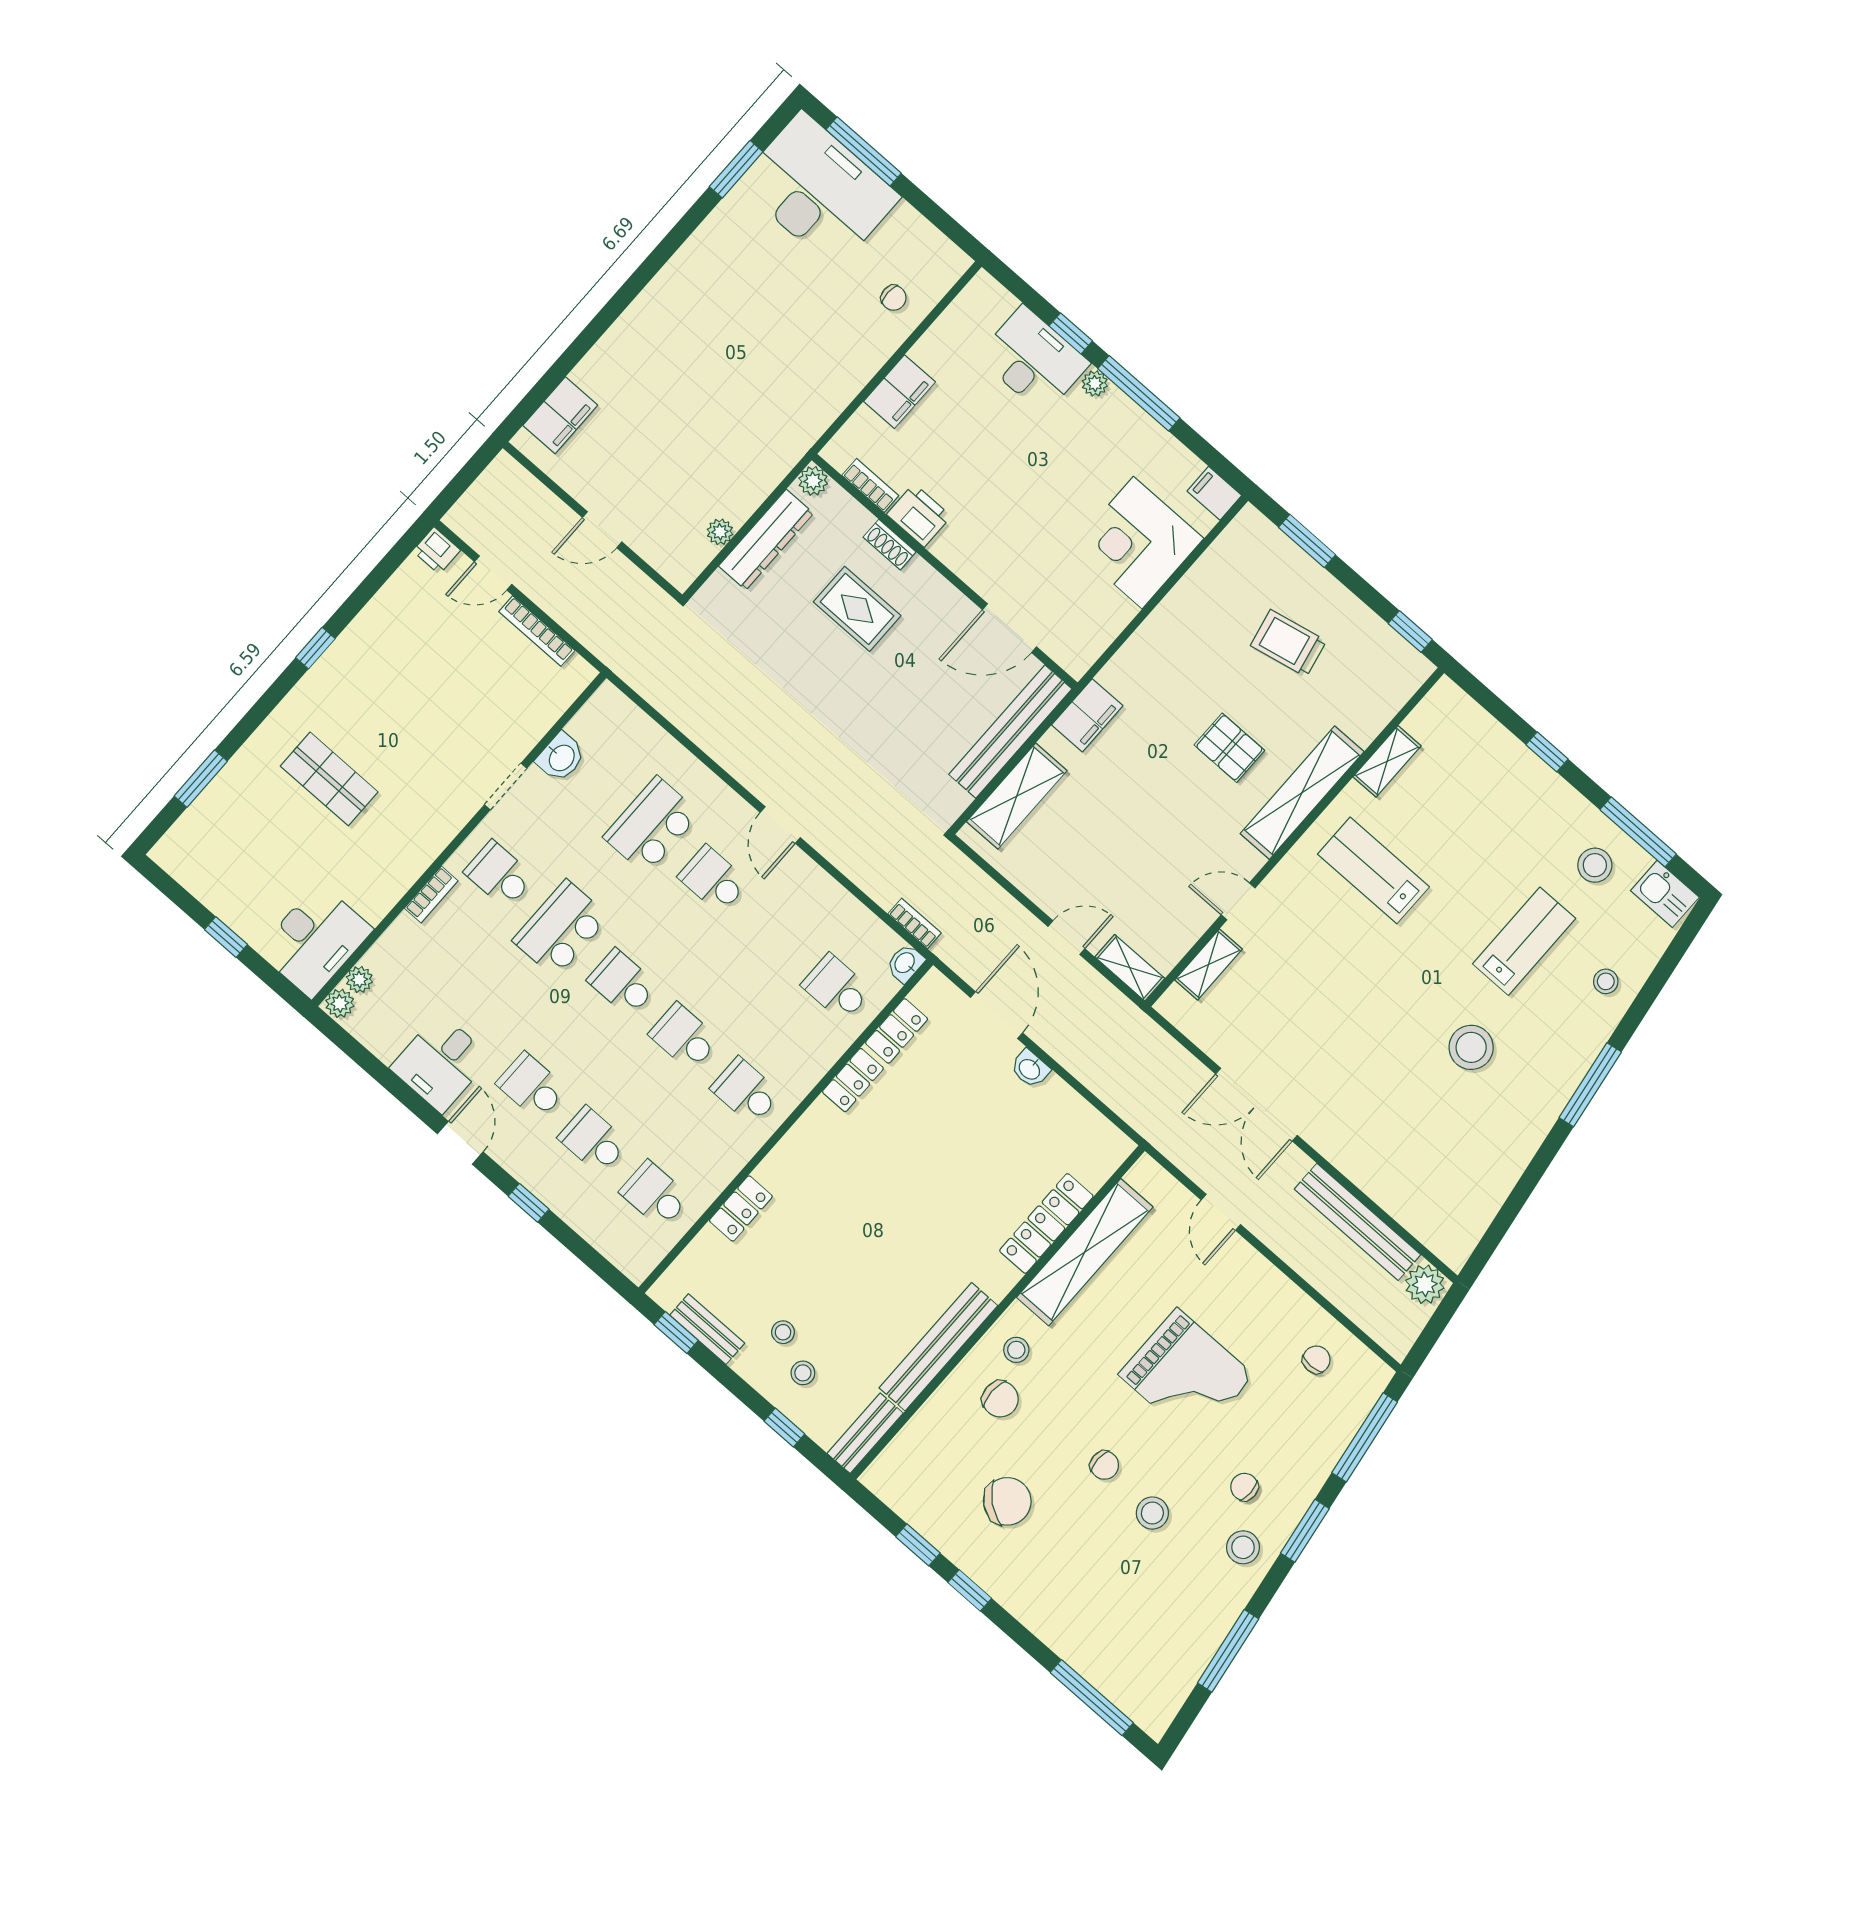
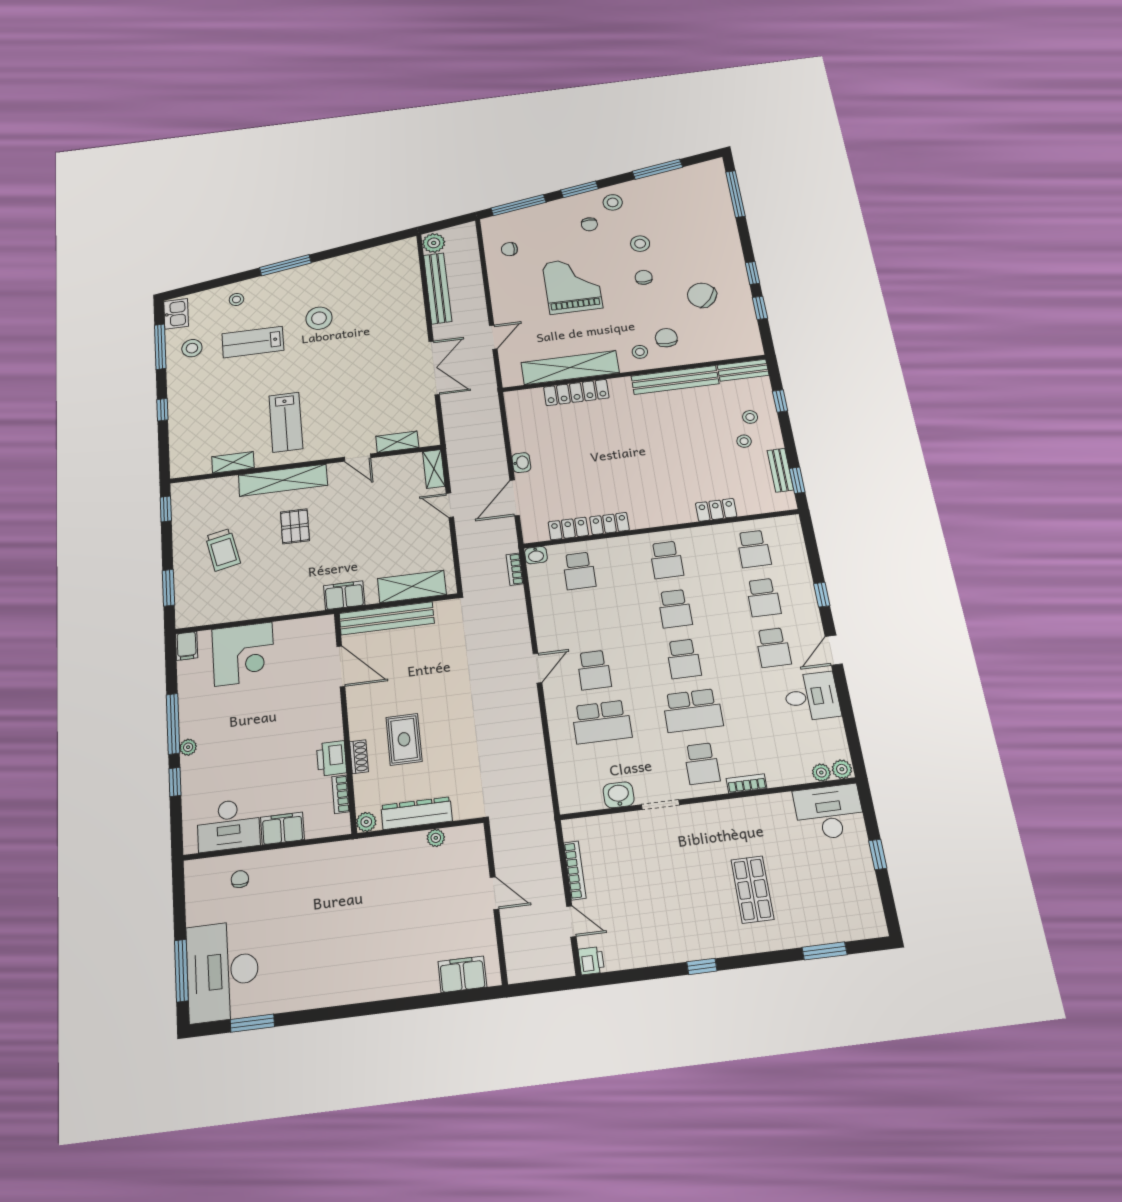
desk: (1033, 360) -> (228, 825), moved, turned -90

